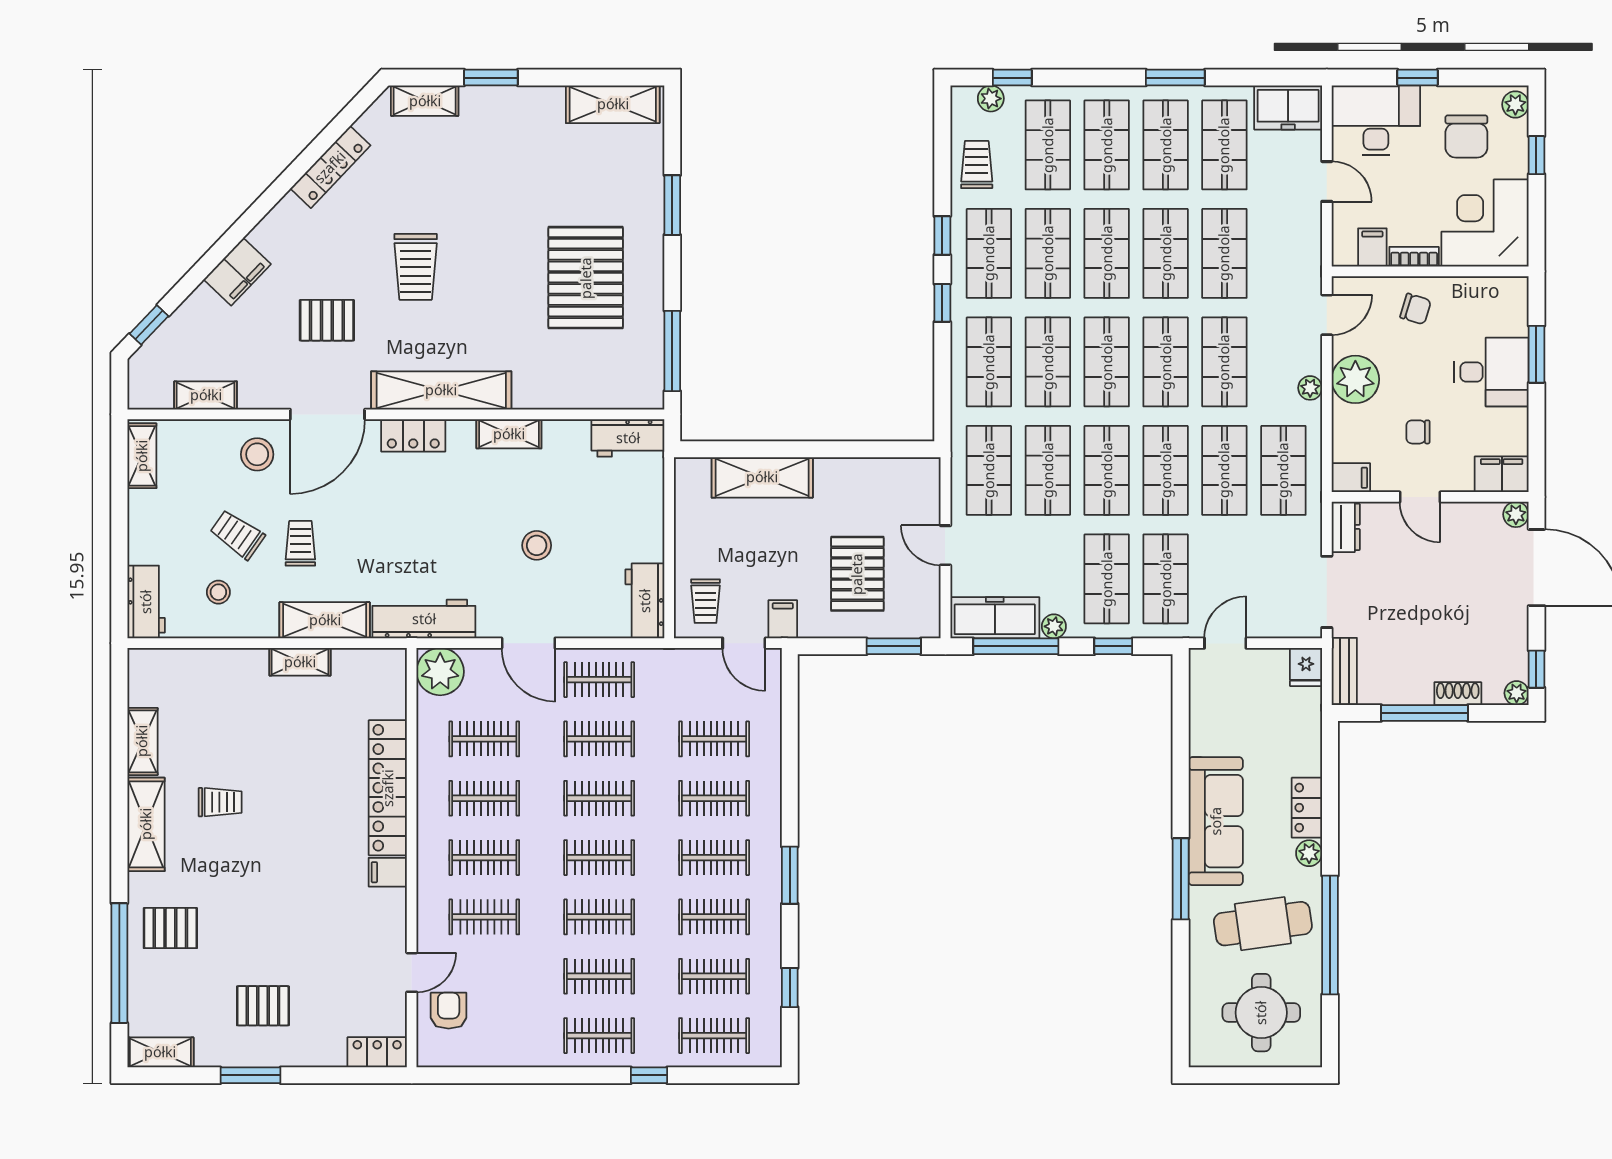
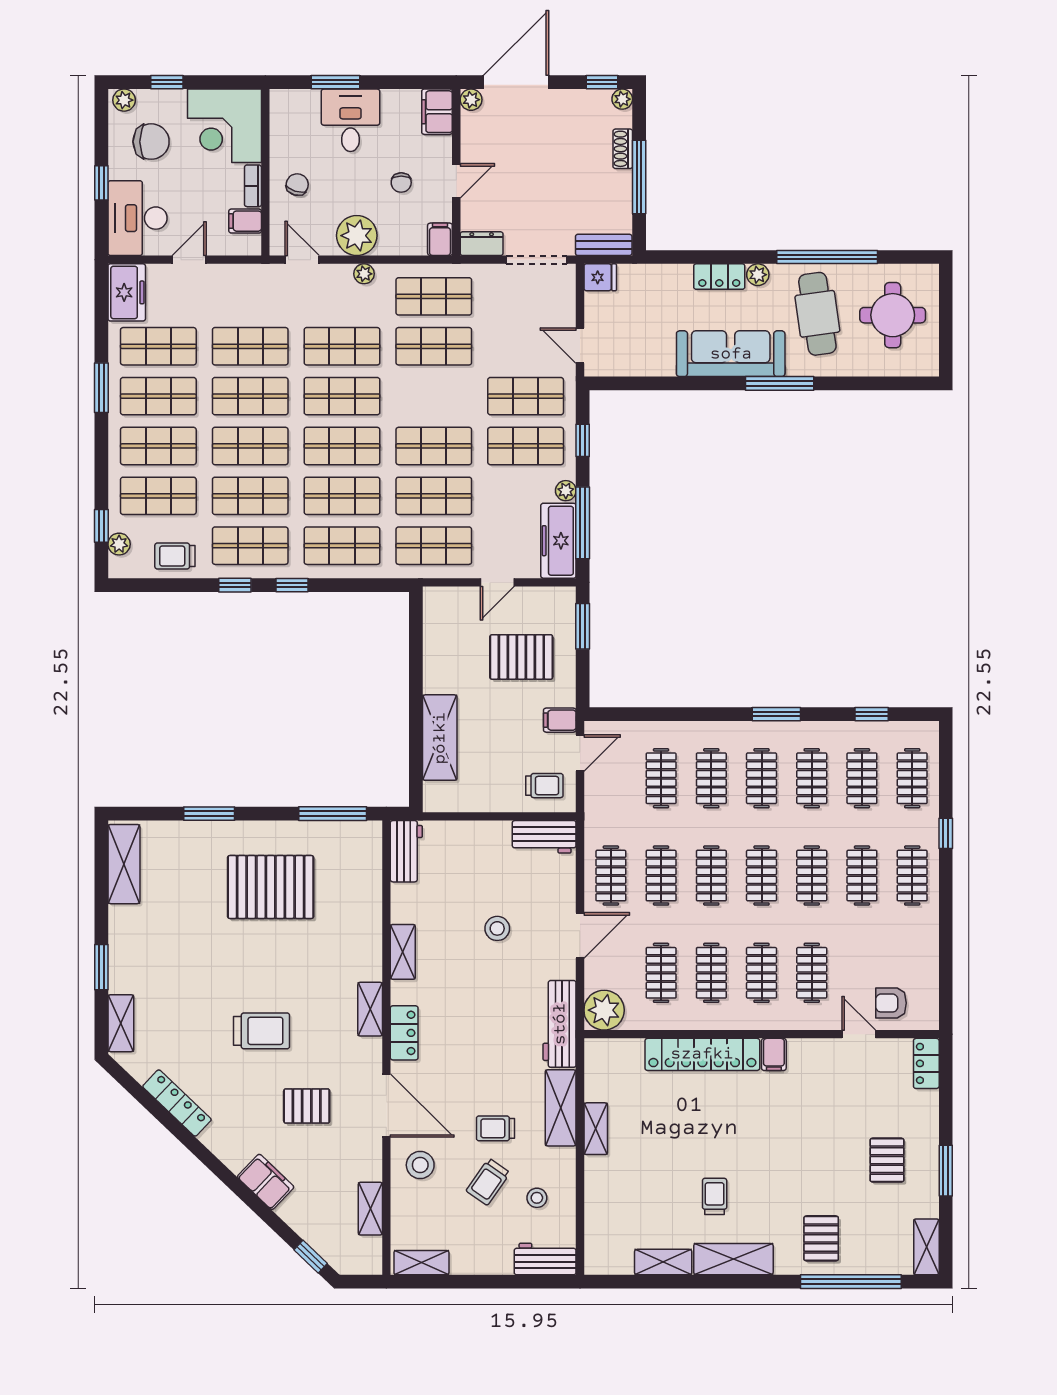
pallet: (327, 320) -> (307, 1106), turned 90
shelving: (441, 390) -> (370, 1009), width x0.45, depth x0.75
shop shelf: (1166, 470) -> (434, 396), removed

